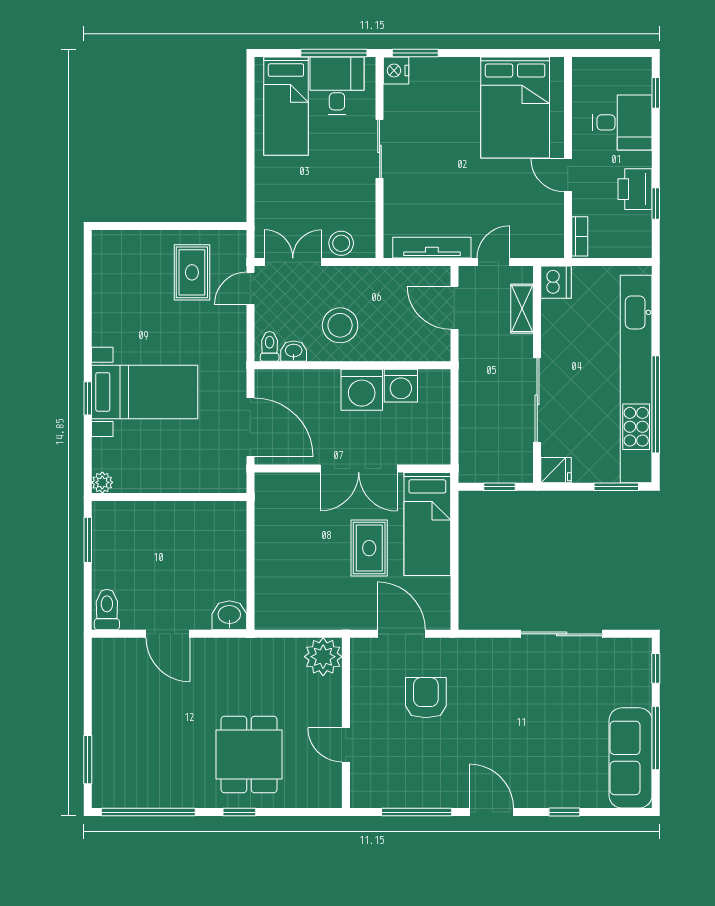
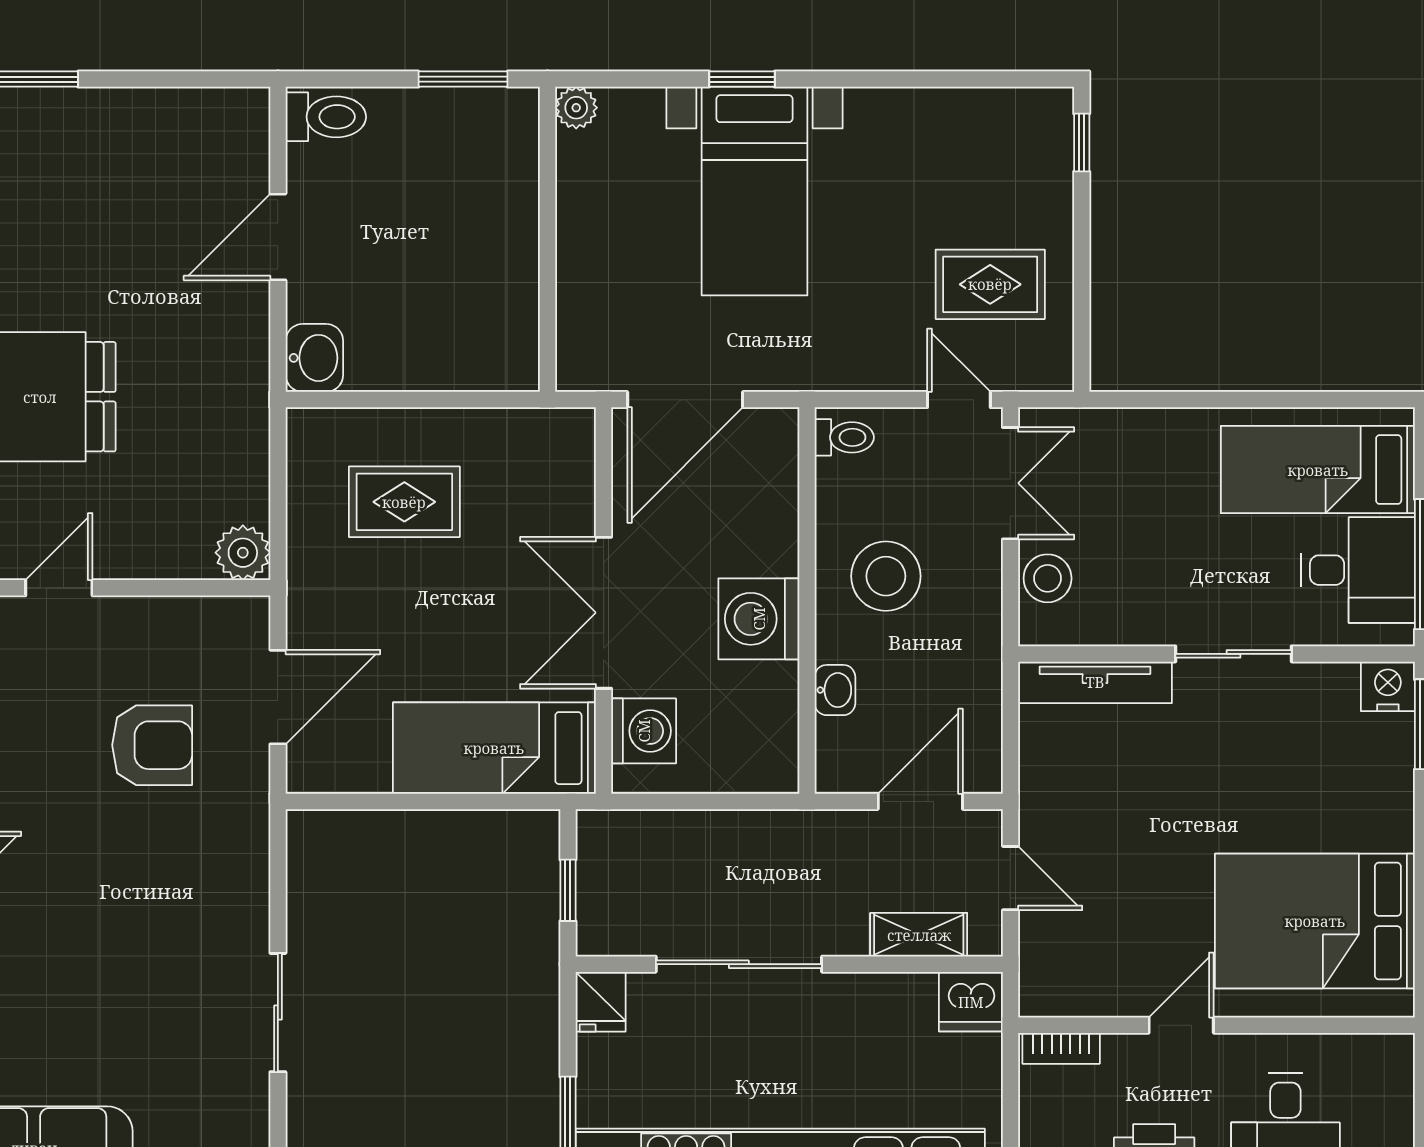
window: (120, 226) -> (1082, 143), added
tv unit: (432, 248) -> (1095, 682), moved, turned 90
washbasin: (294, 351) -> (835, 690), moved
washing machine: (401, 386) -> (644, 731), moved, turned 180
rug: (369, 548) -> (404, 502), moved
sliding door: (562, 634) -> (278, 1013), width x0.73
plant: (323, 657) -> (243, 553), width x0.73, depth x0.73

